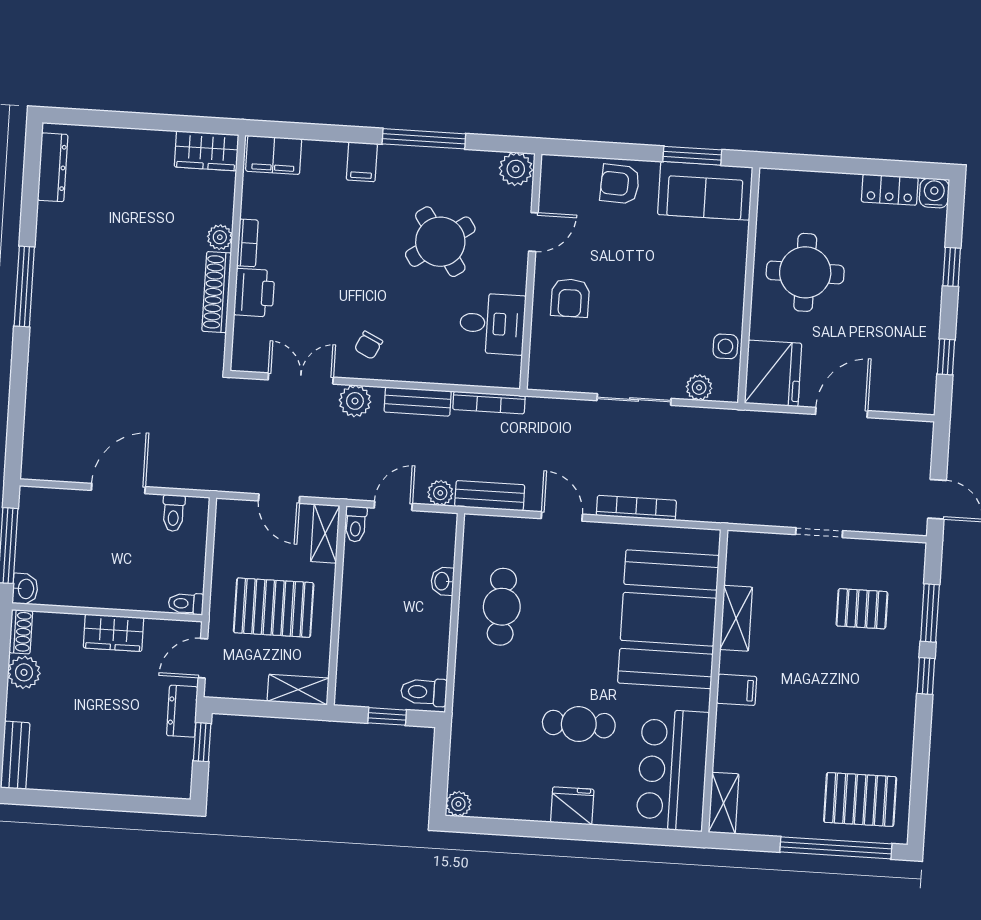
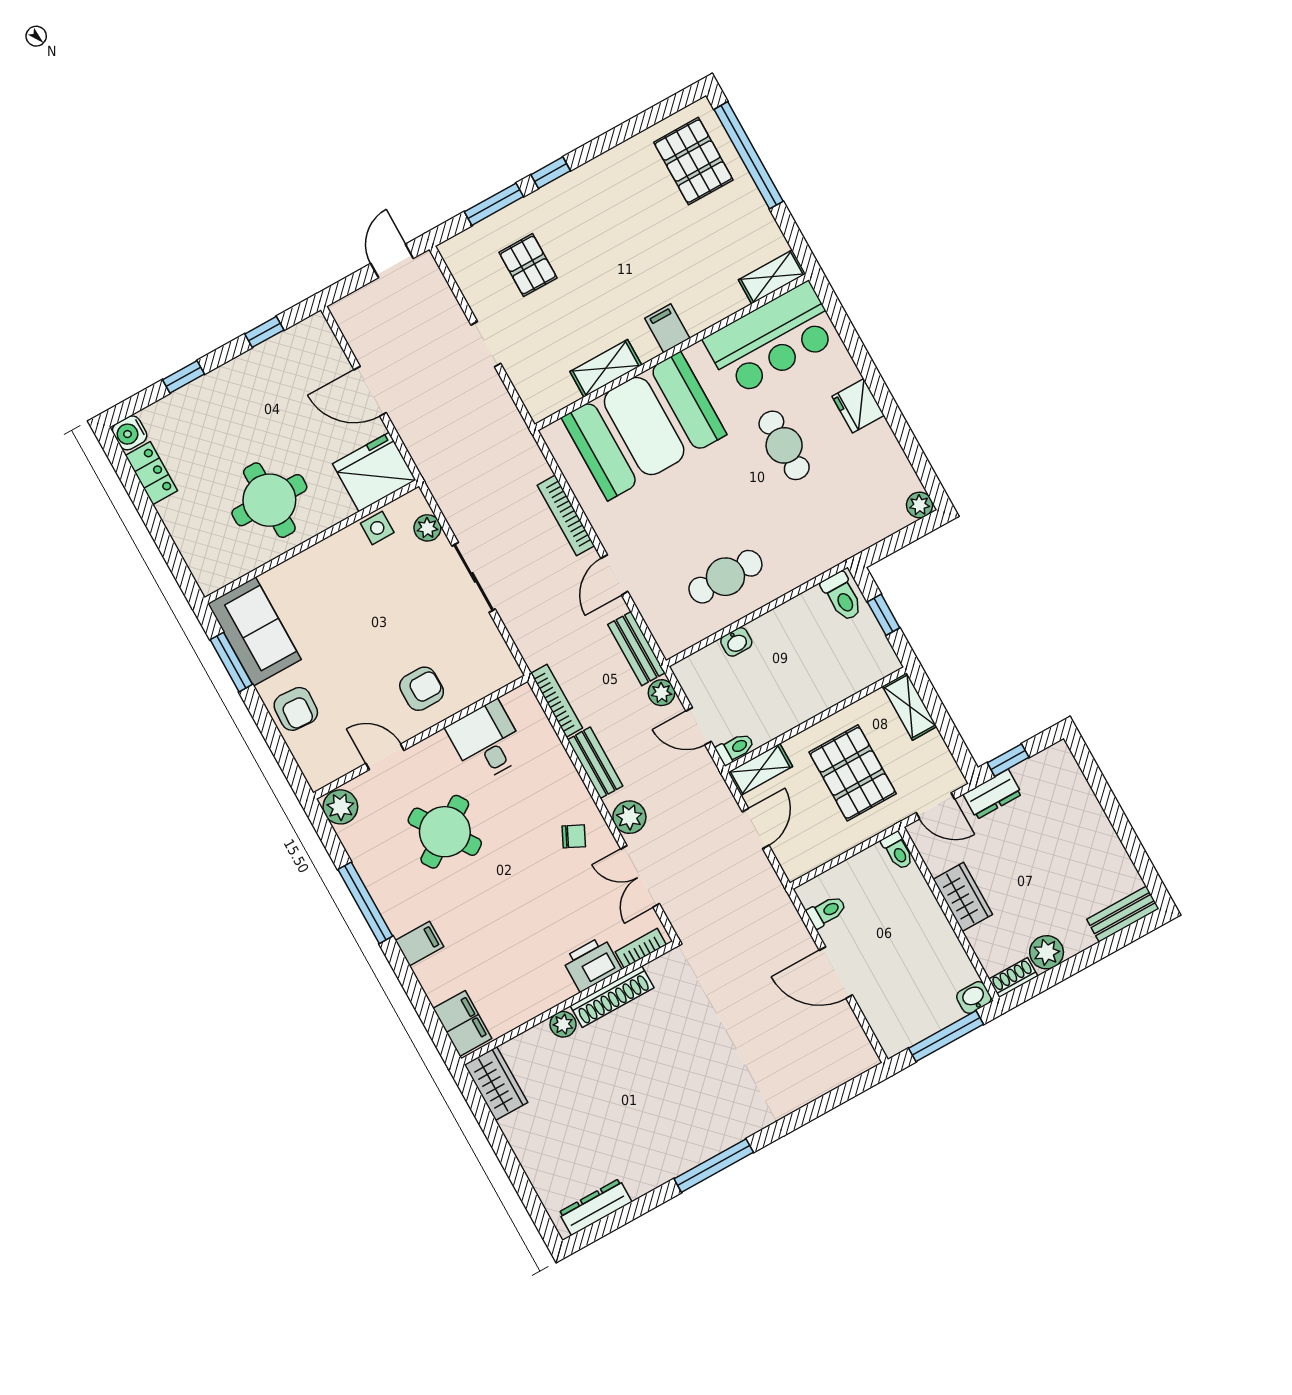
bookcase: (247, 243) -> (641, 948), moved

